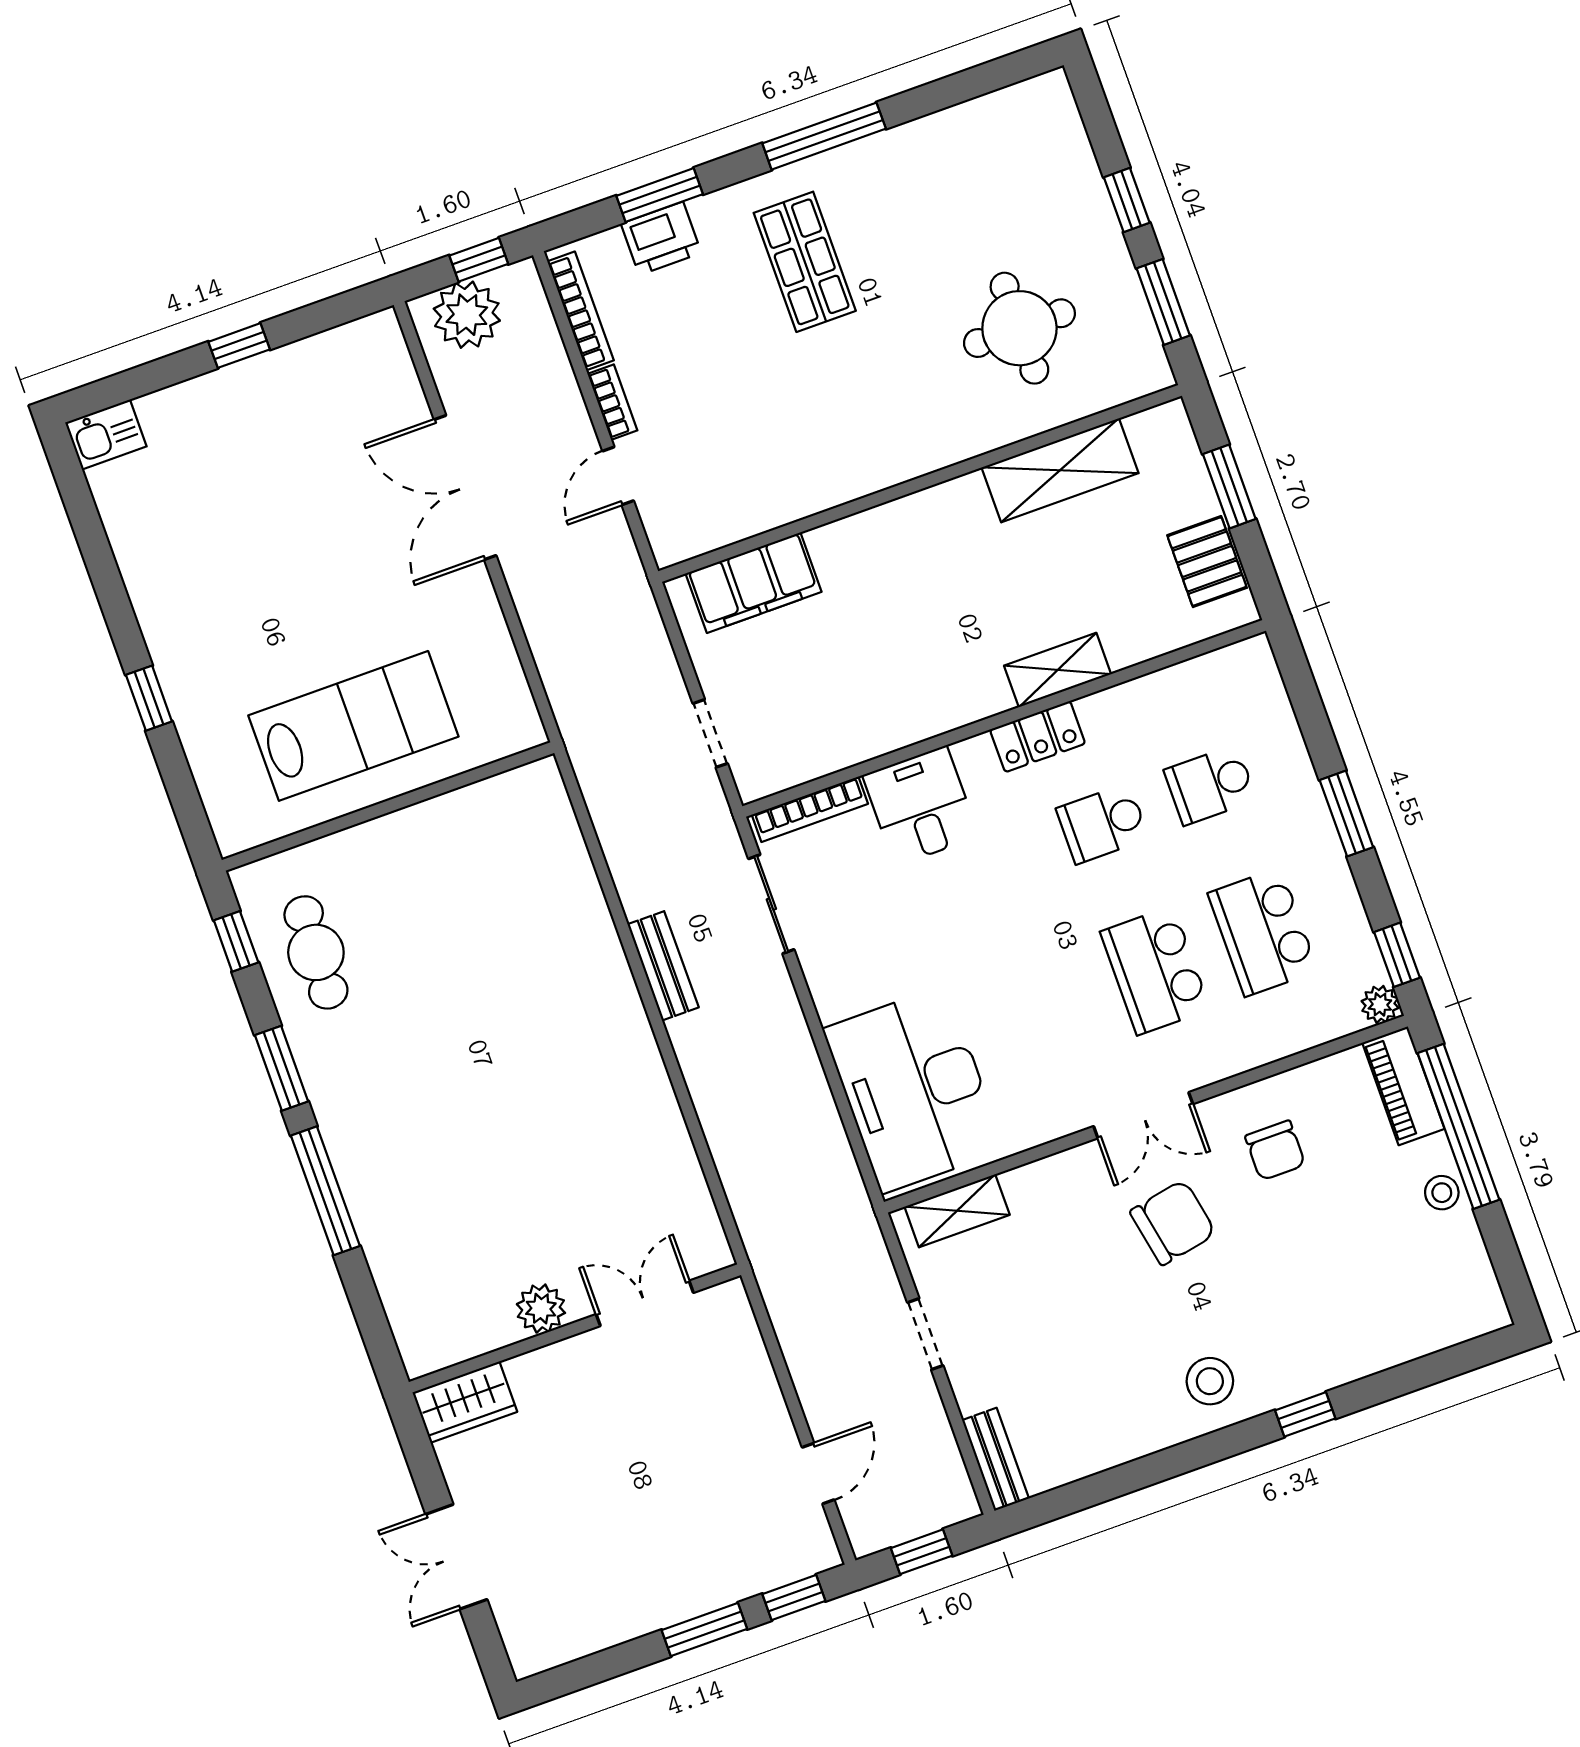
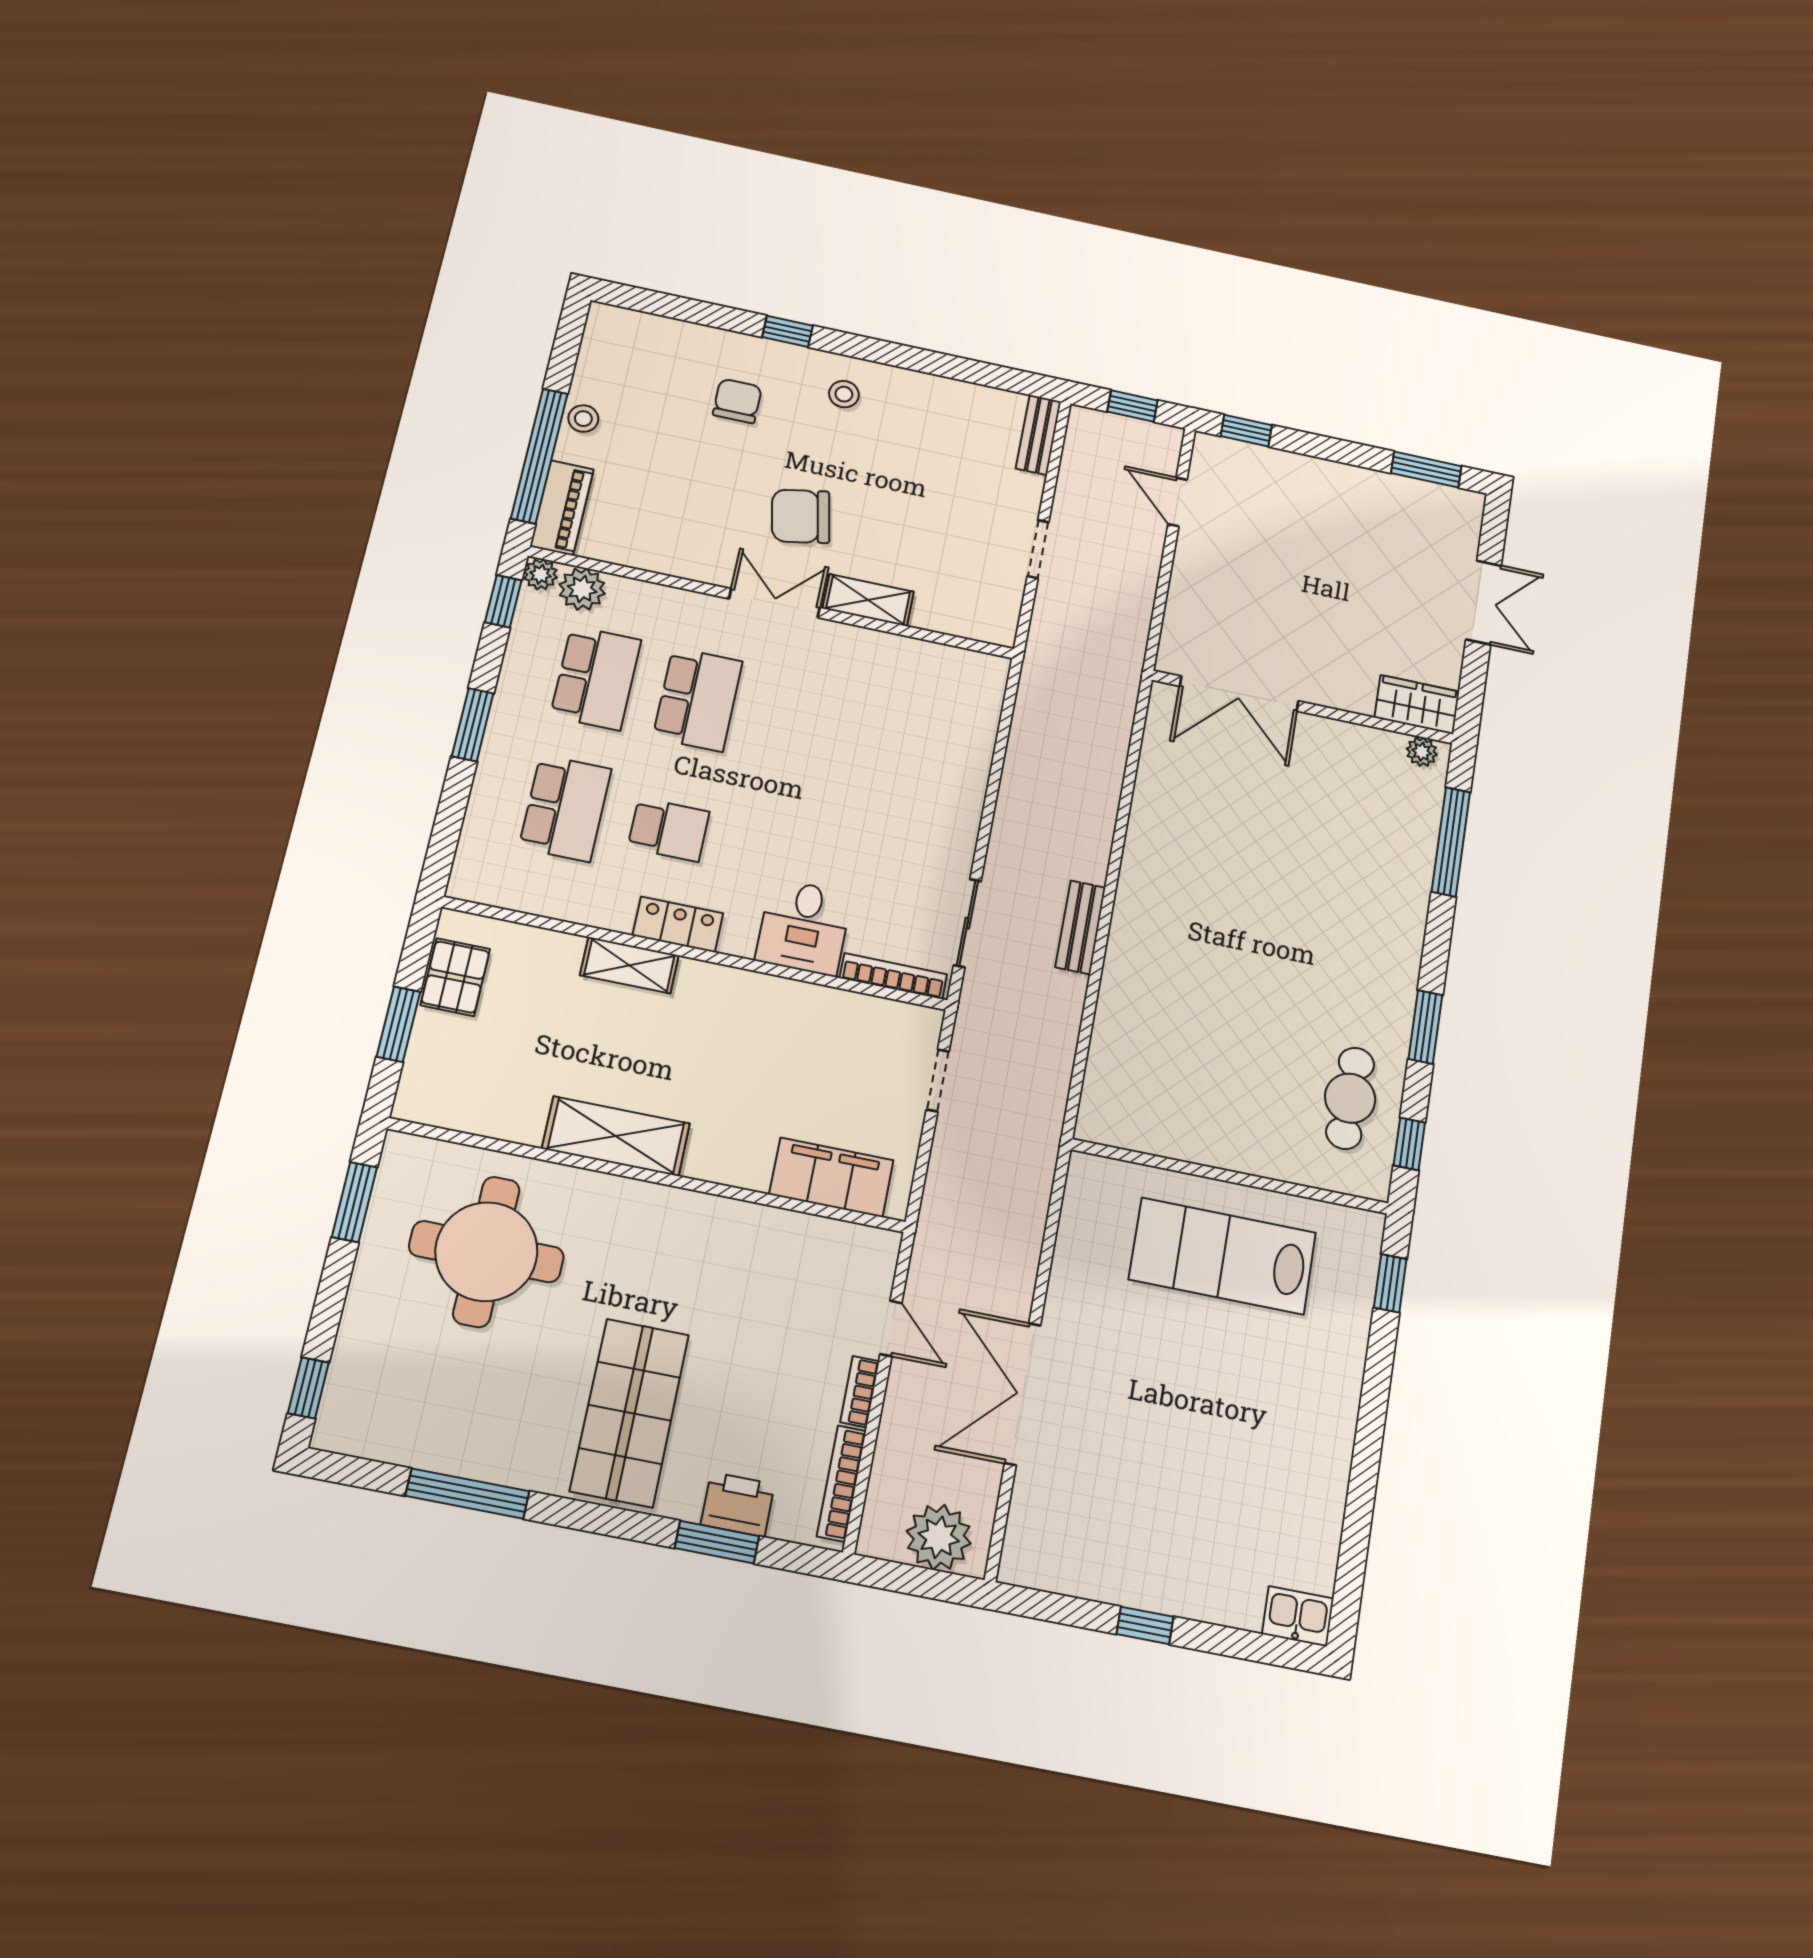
window: (824, 136) -> (467, 1494), moved
window: (1127, 200) -> (308, 1388), moved
window: (479, 260) -> (902, 1578), removed
shop shelf: (805, 262) -> (630, 1413), width x1.43, depth x1.36
round table: (1019, 328) -> (486, 1252), width x1.36, depth x1.36
shelving: (1060, 470) -> (616, 1136), moved
door: (618, 476) -> (891, 1328), hinge flipped
double door: (465, 488) -> (1023, 1394), swing flipped
window: (149, 698) -> (1390, 1283), moved
school desk: (1210, 785) -> (565, 808), width x1.85
plant: (1332, 1014) -> (582, 589), added
desk: (914, 1089) -> (940, 724), removed
chair: (1275, 1150) -> (737, 401), moved
window: (325, 1191) -> (1451, 842), moved
shelving: (957, 1211) -> (868, 600), moved
double door: (645, 1303) -> (1239, 694), width x1.37
plant: (541, 1309) -> (1422, 752), moved, width x0.73, depth x0.73
stool: (1210, 1381) -> (844, 394), width x0.73, depth x0.73
door: (818, 1474) -> (1178, 502), hinge flipped
window: (704, 1630) -> (1426, 470), moved

